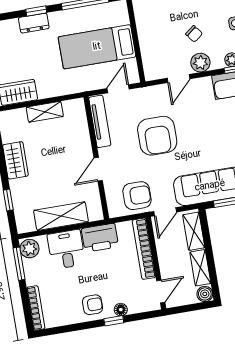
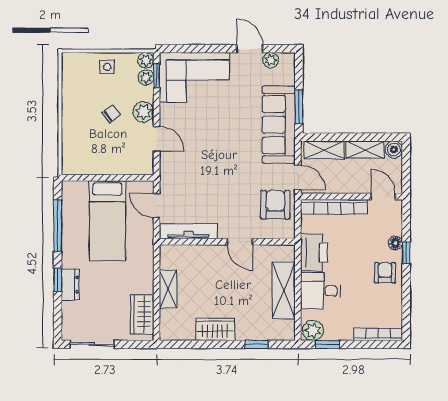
armchair: (157, 136) -> (214, 172), removed
window: (19, 264) -> (327, 344), width x0.67

